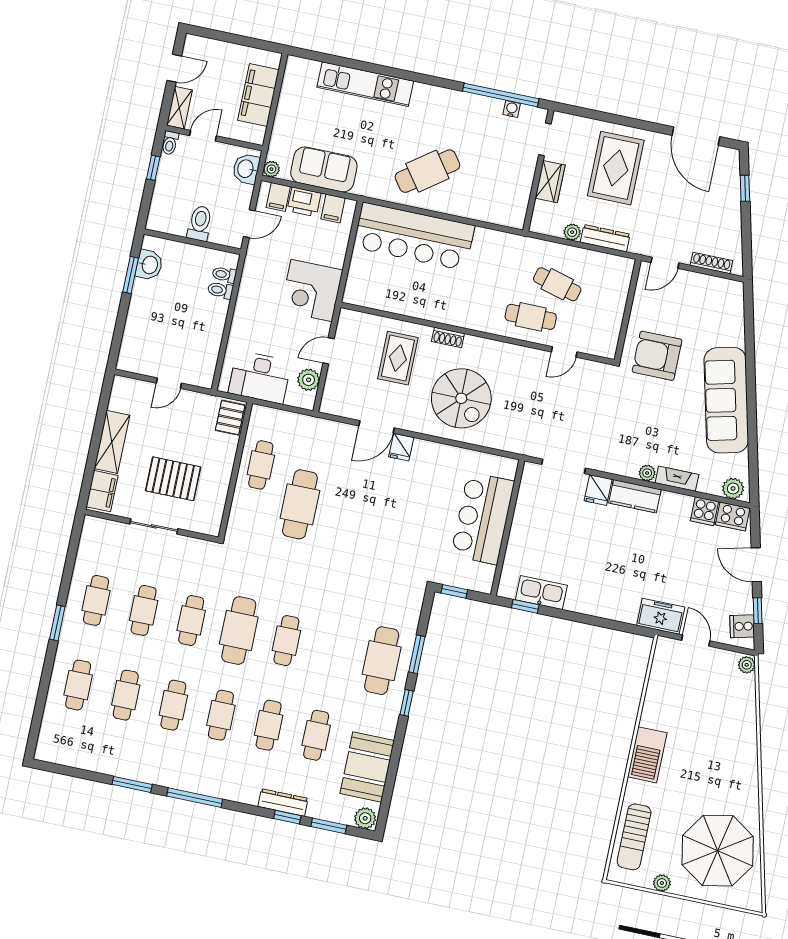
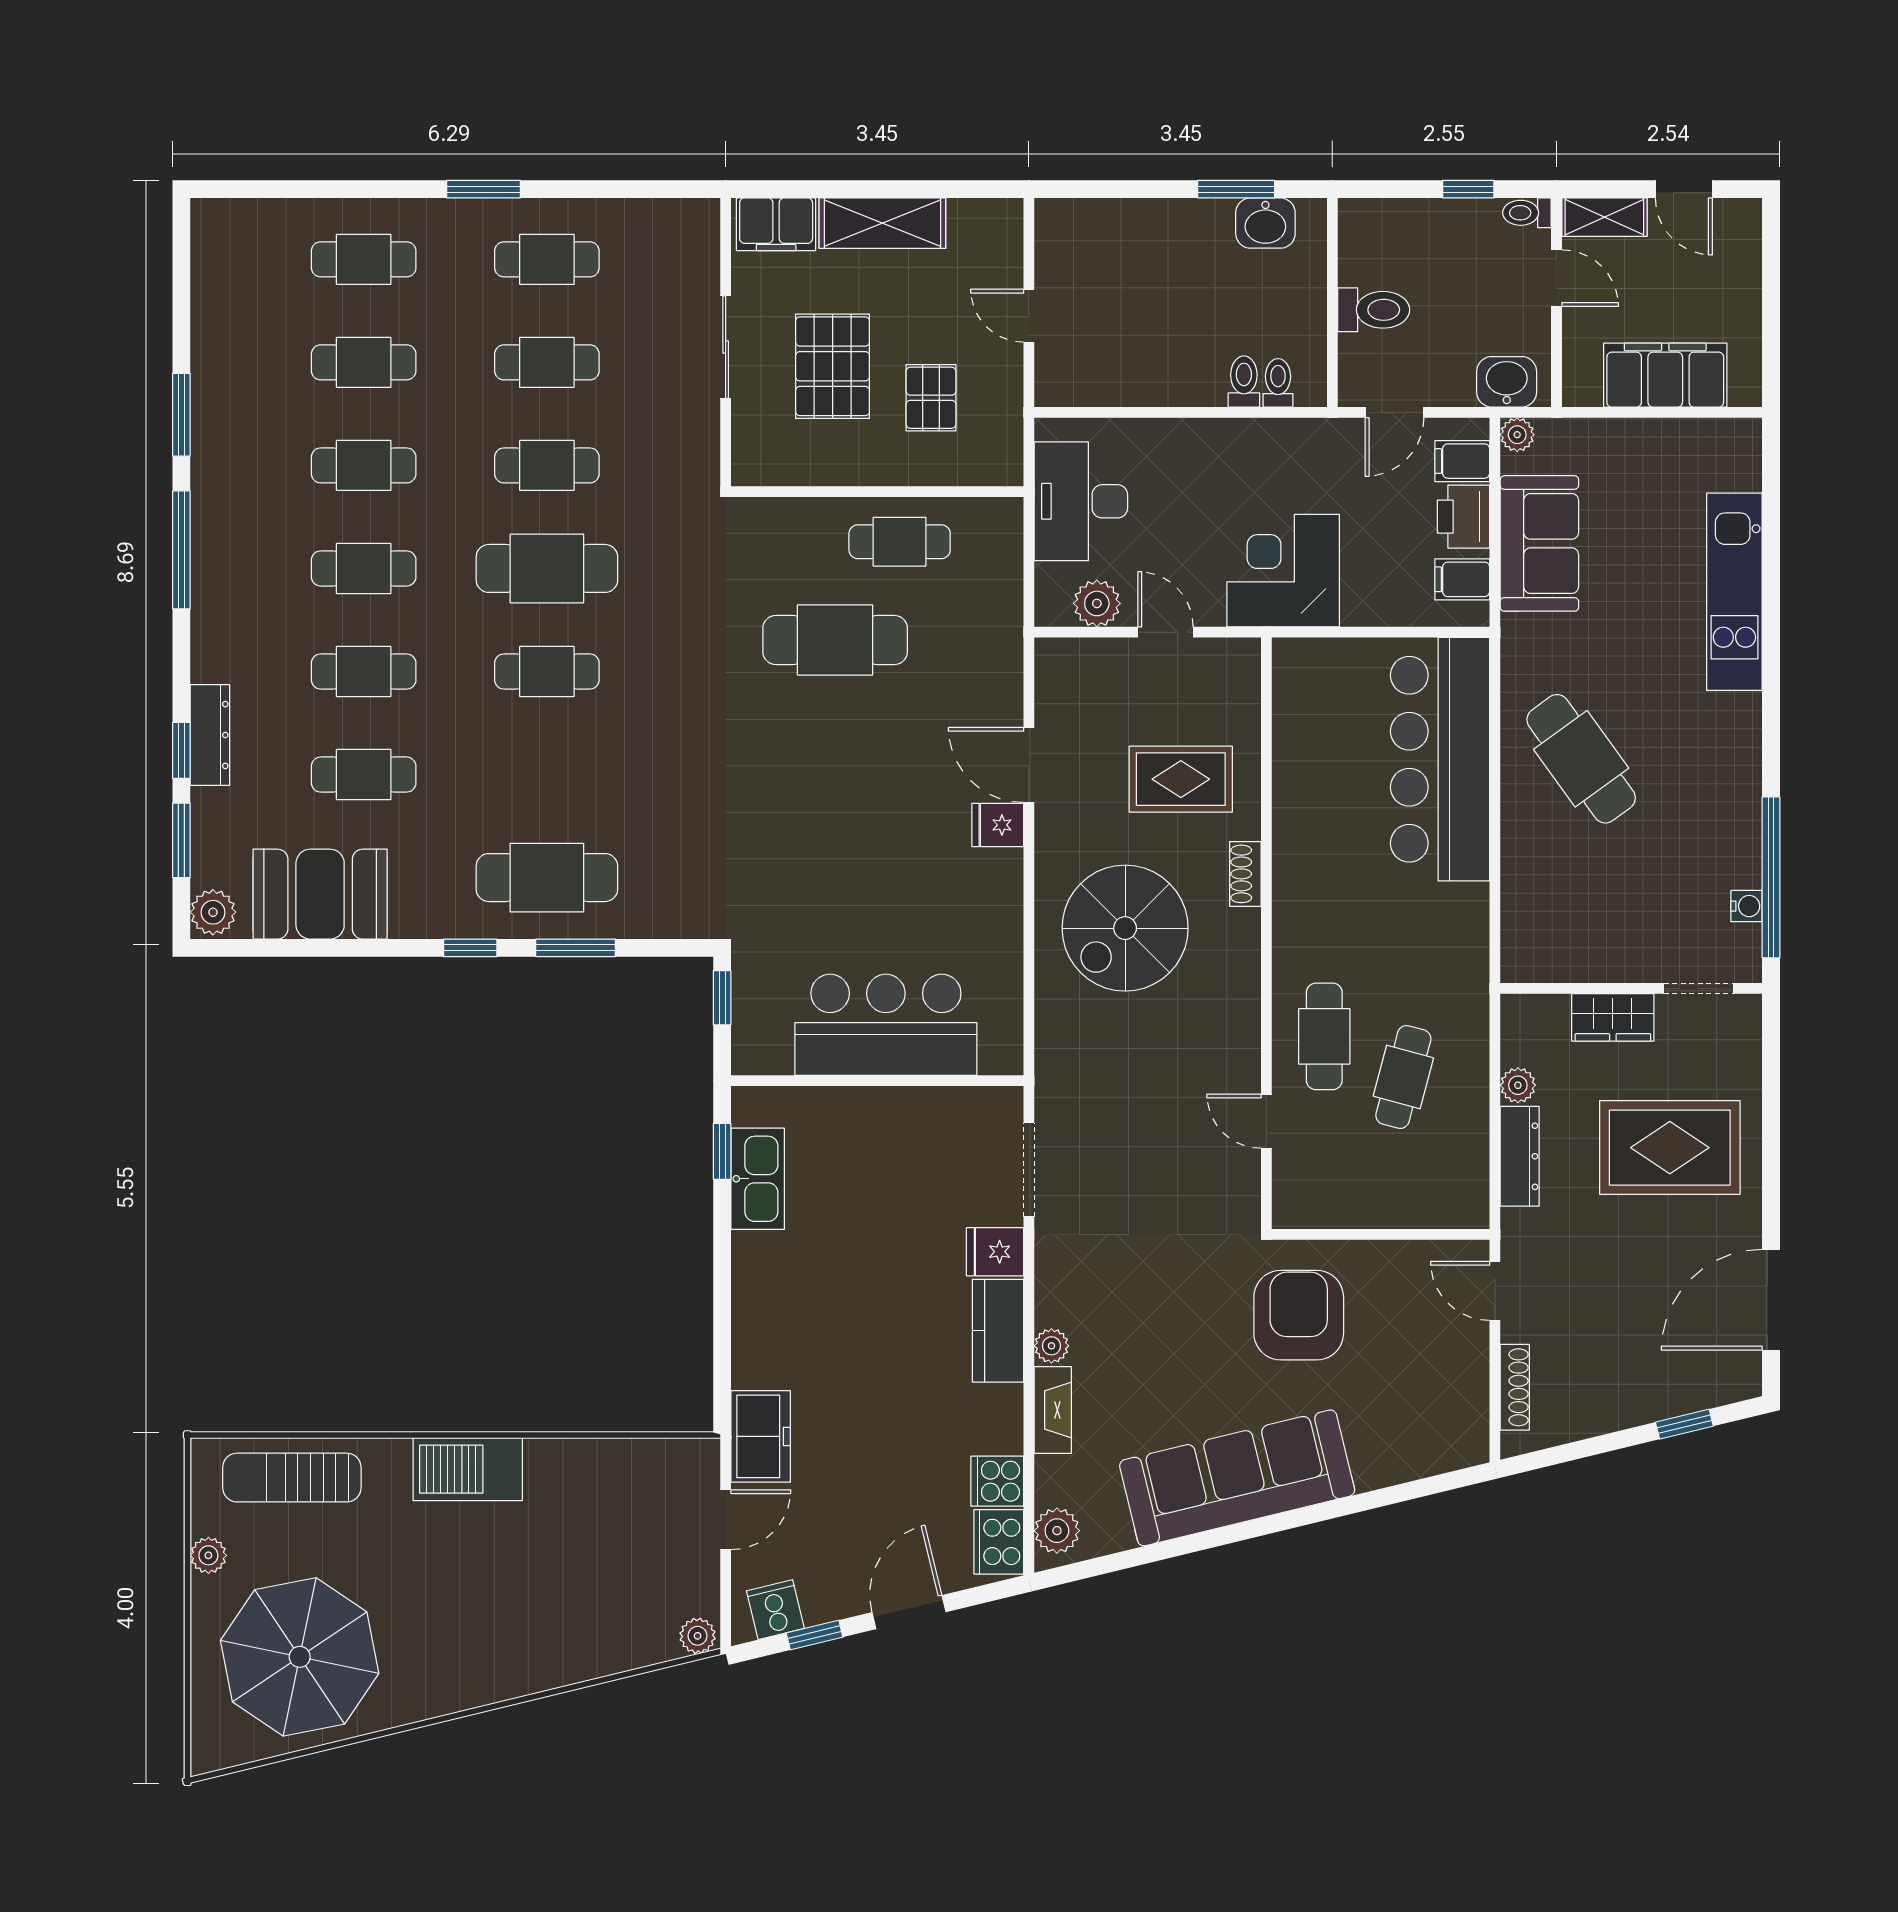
door: (249, 224) -> (1394, 412), hinge flipped
pallet: (230, 418) -> (931, 398), moved, turned 90

